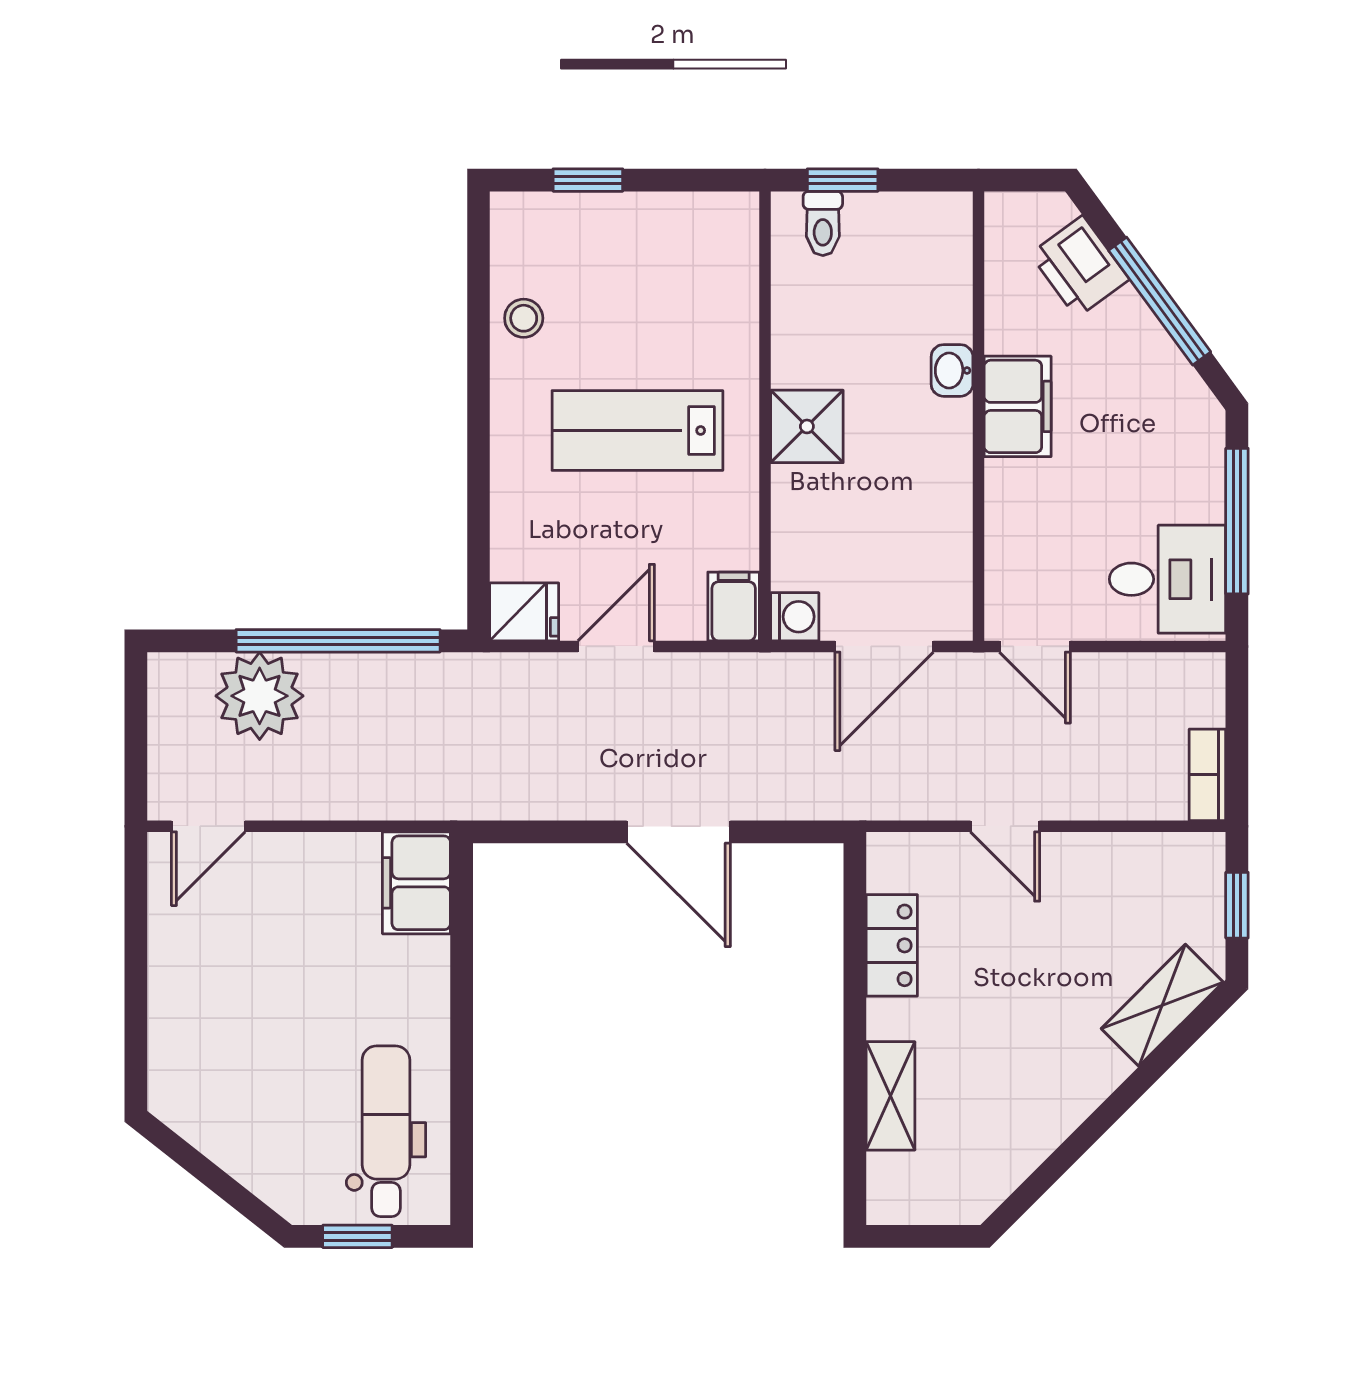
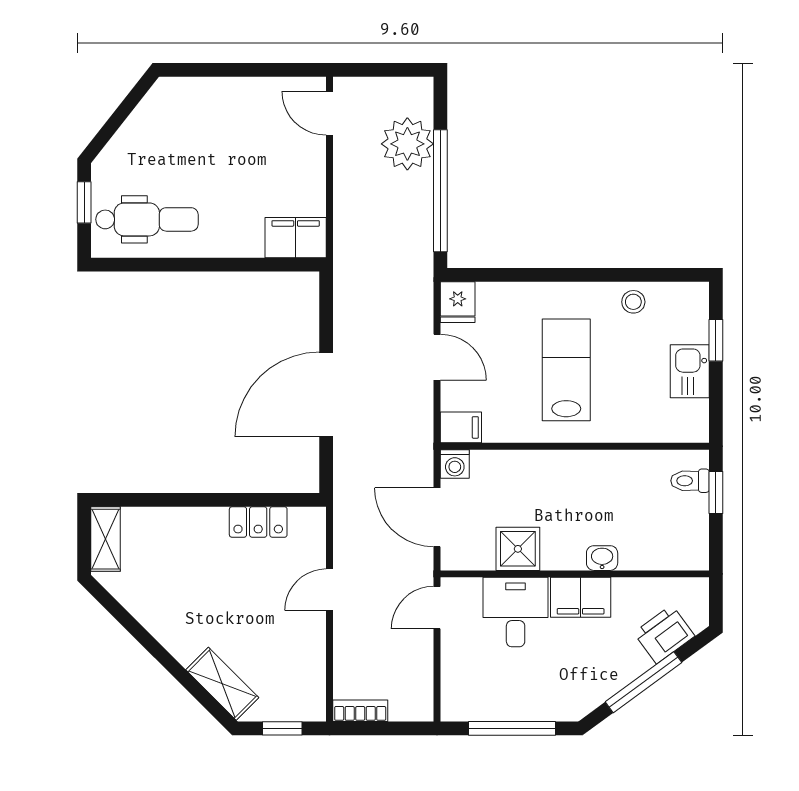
kitchen sink: (640, 224) -> (690, 371), added
shower: (807, 426) -> (518, 549), moved
desk: (1168, 579) -> (516, 612), moved, turned 180
door: (678, 832) -> (326, 394), width x1.36
shelving: (891, 1096) -> (105, 539), moved, turned 90

